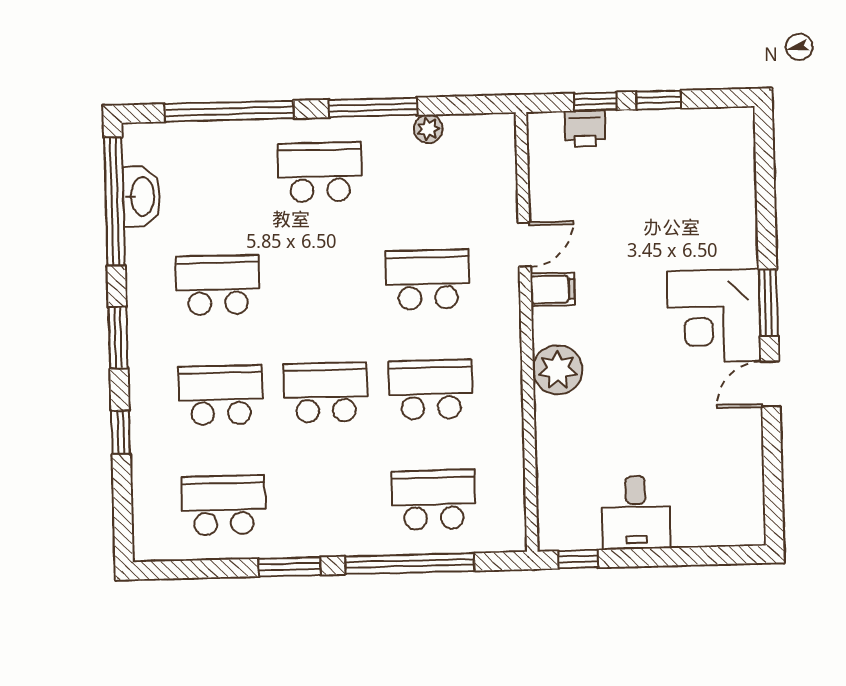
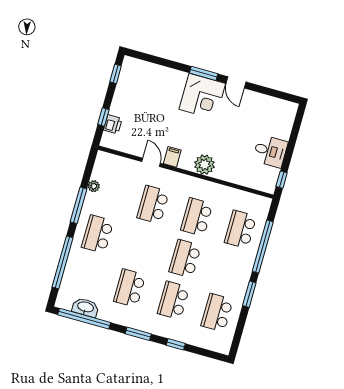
window: (658, 100) -> (116, 74), moved

